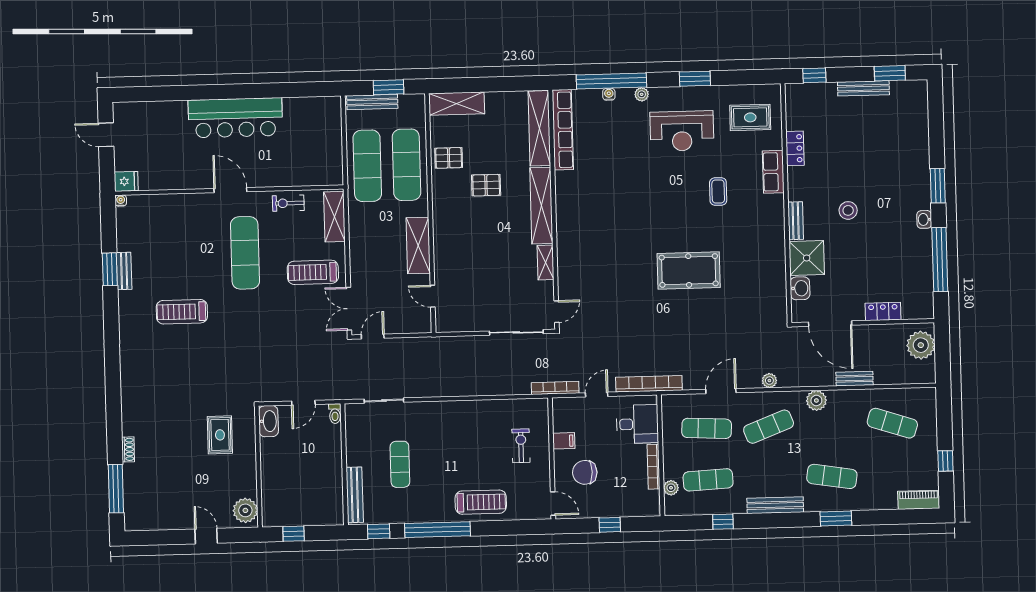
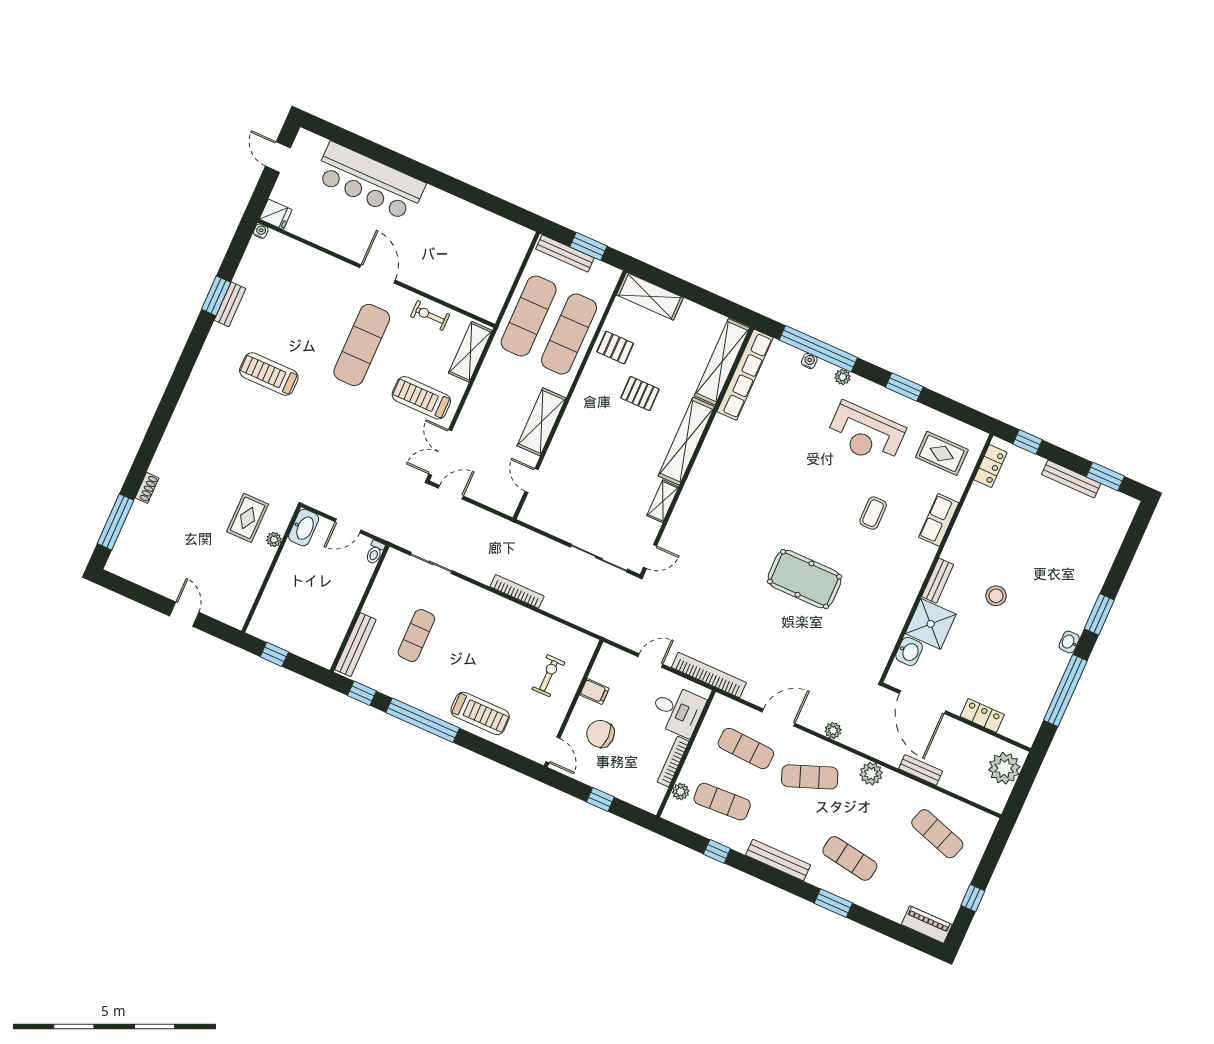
bar counter: (235, 118) -> (370, 181), moved
locker: (795, 148) -> (990, 466), moved
bookcase: (555, 388) -> (517, 591), moved
plant: (245, 510) -> (274, 540), moved, width x0.53, depth x0.53

